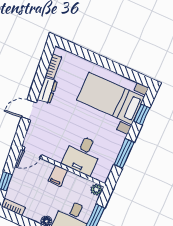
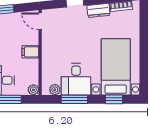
desk: (82, 155) -> (76, 79), moved, turned -90
plant: (106, 168) -> (55, 90), added

